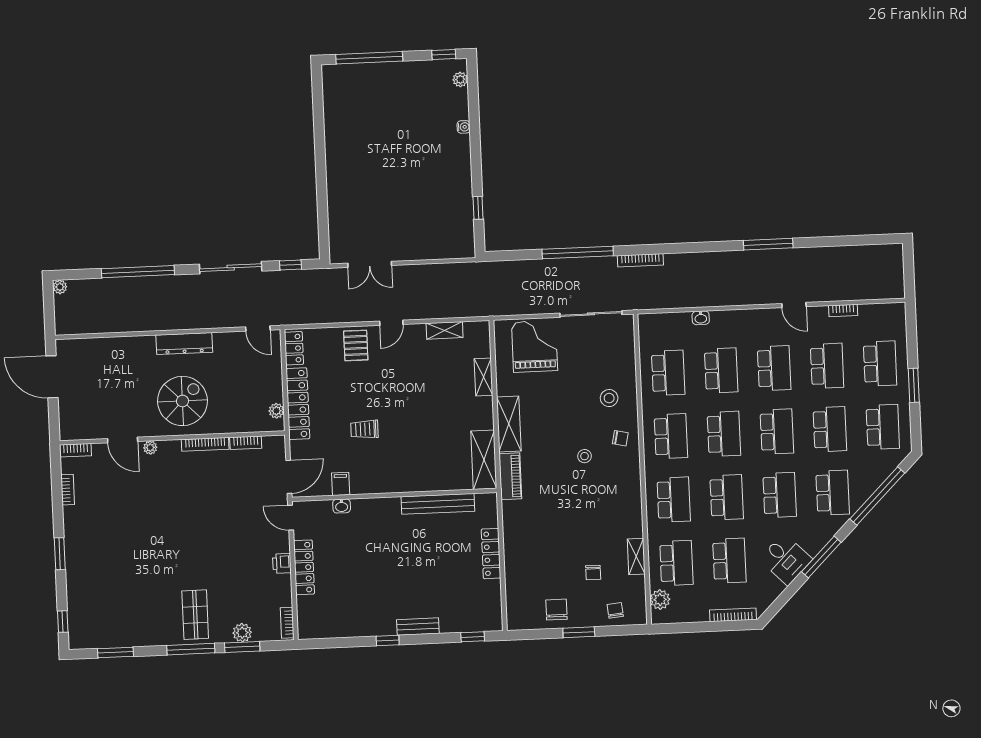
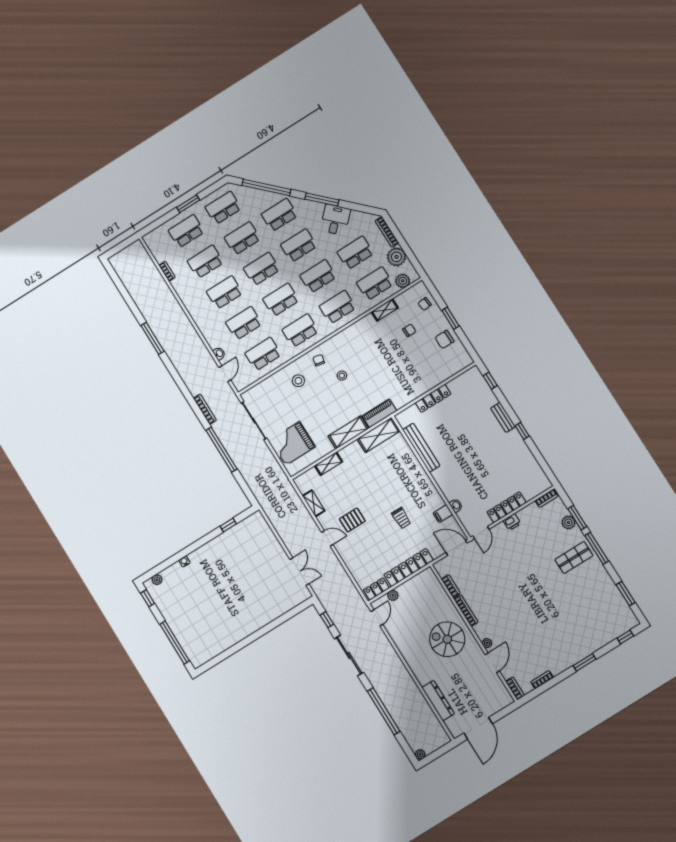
door: (794, 305) -> (225, 374), moved
dresser: (184, 344) -> (438, 701), moved
pallet: (356, 345) -> (352, 520), moved
plant: (276, 411) -> (393, 595), moved
plant: (695, 609) -> (396, 257), added

